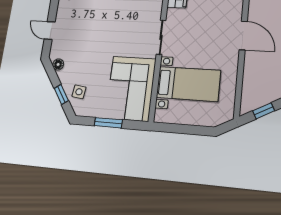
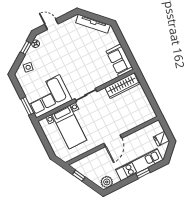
door: (50, 30) -> (51, 24), hinge flipped
window: (61, 94) -> (26, 48), moved
window: (108, 123) -> (27, 106), moved

